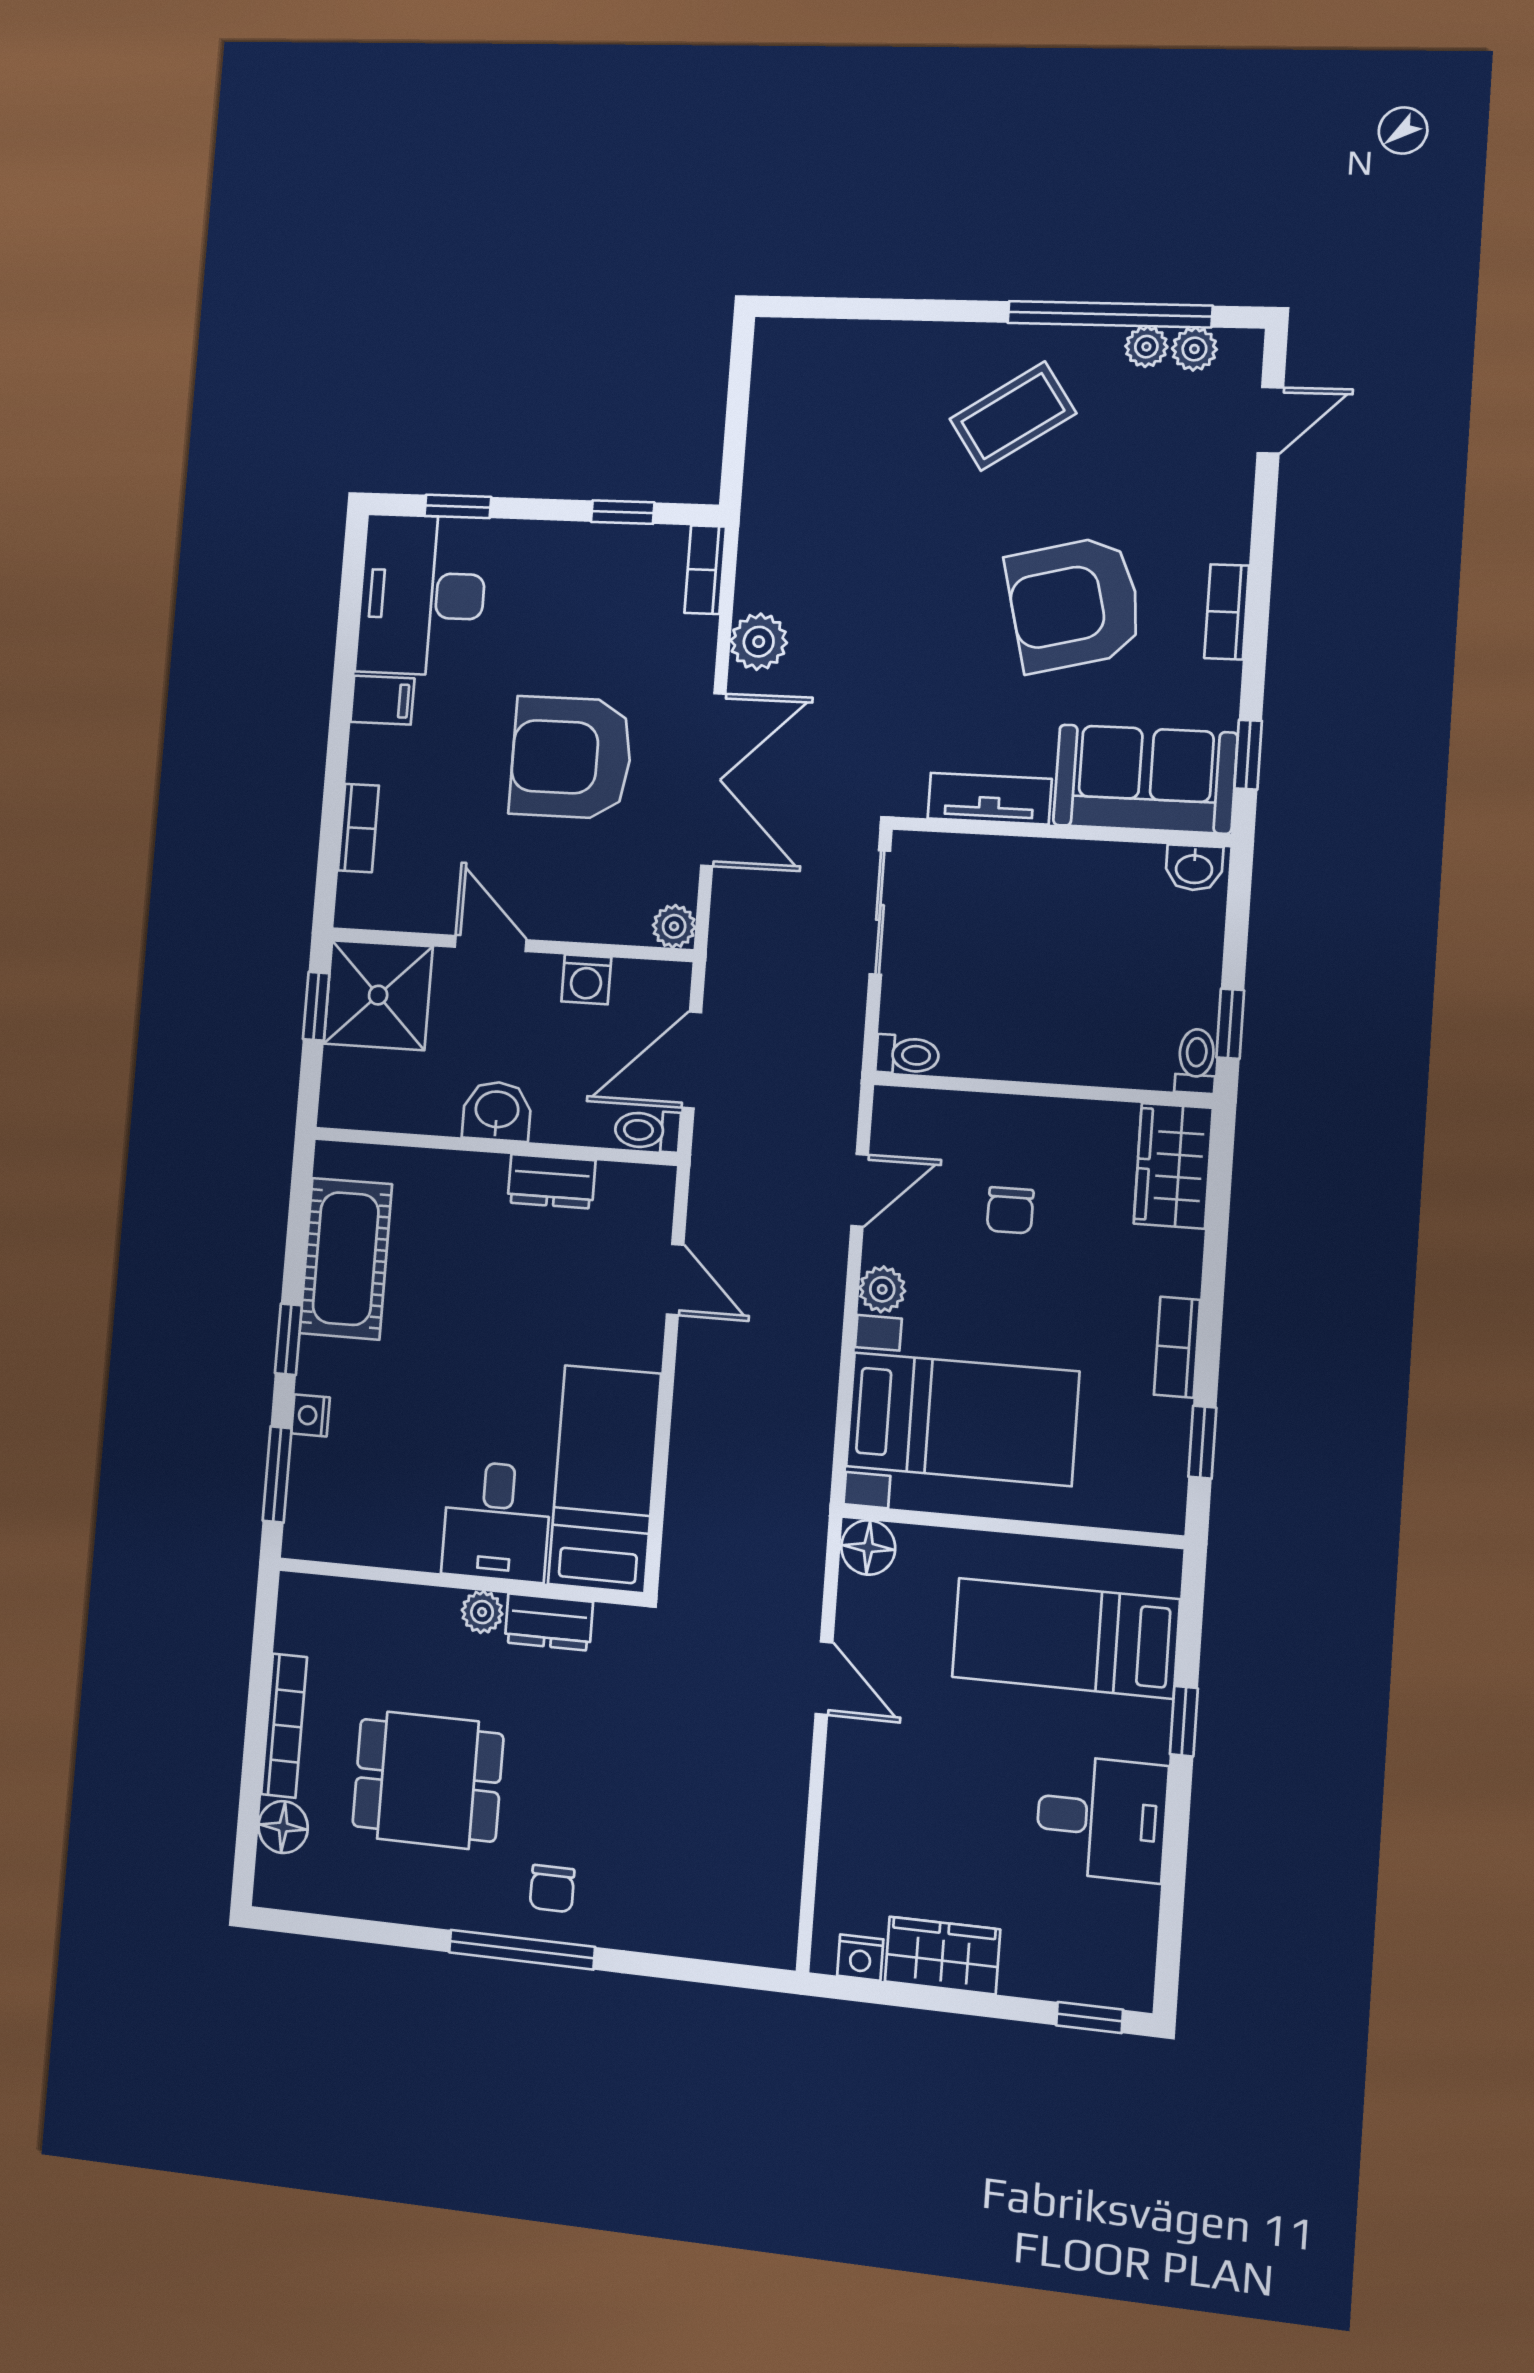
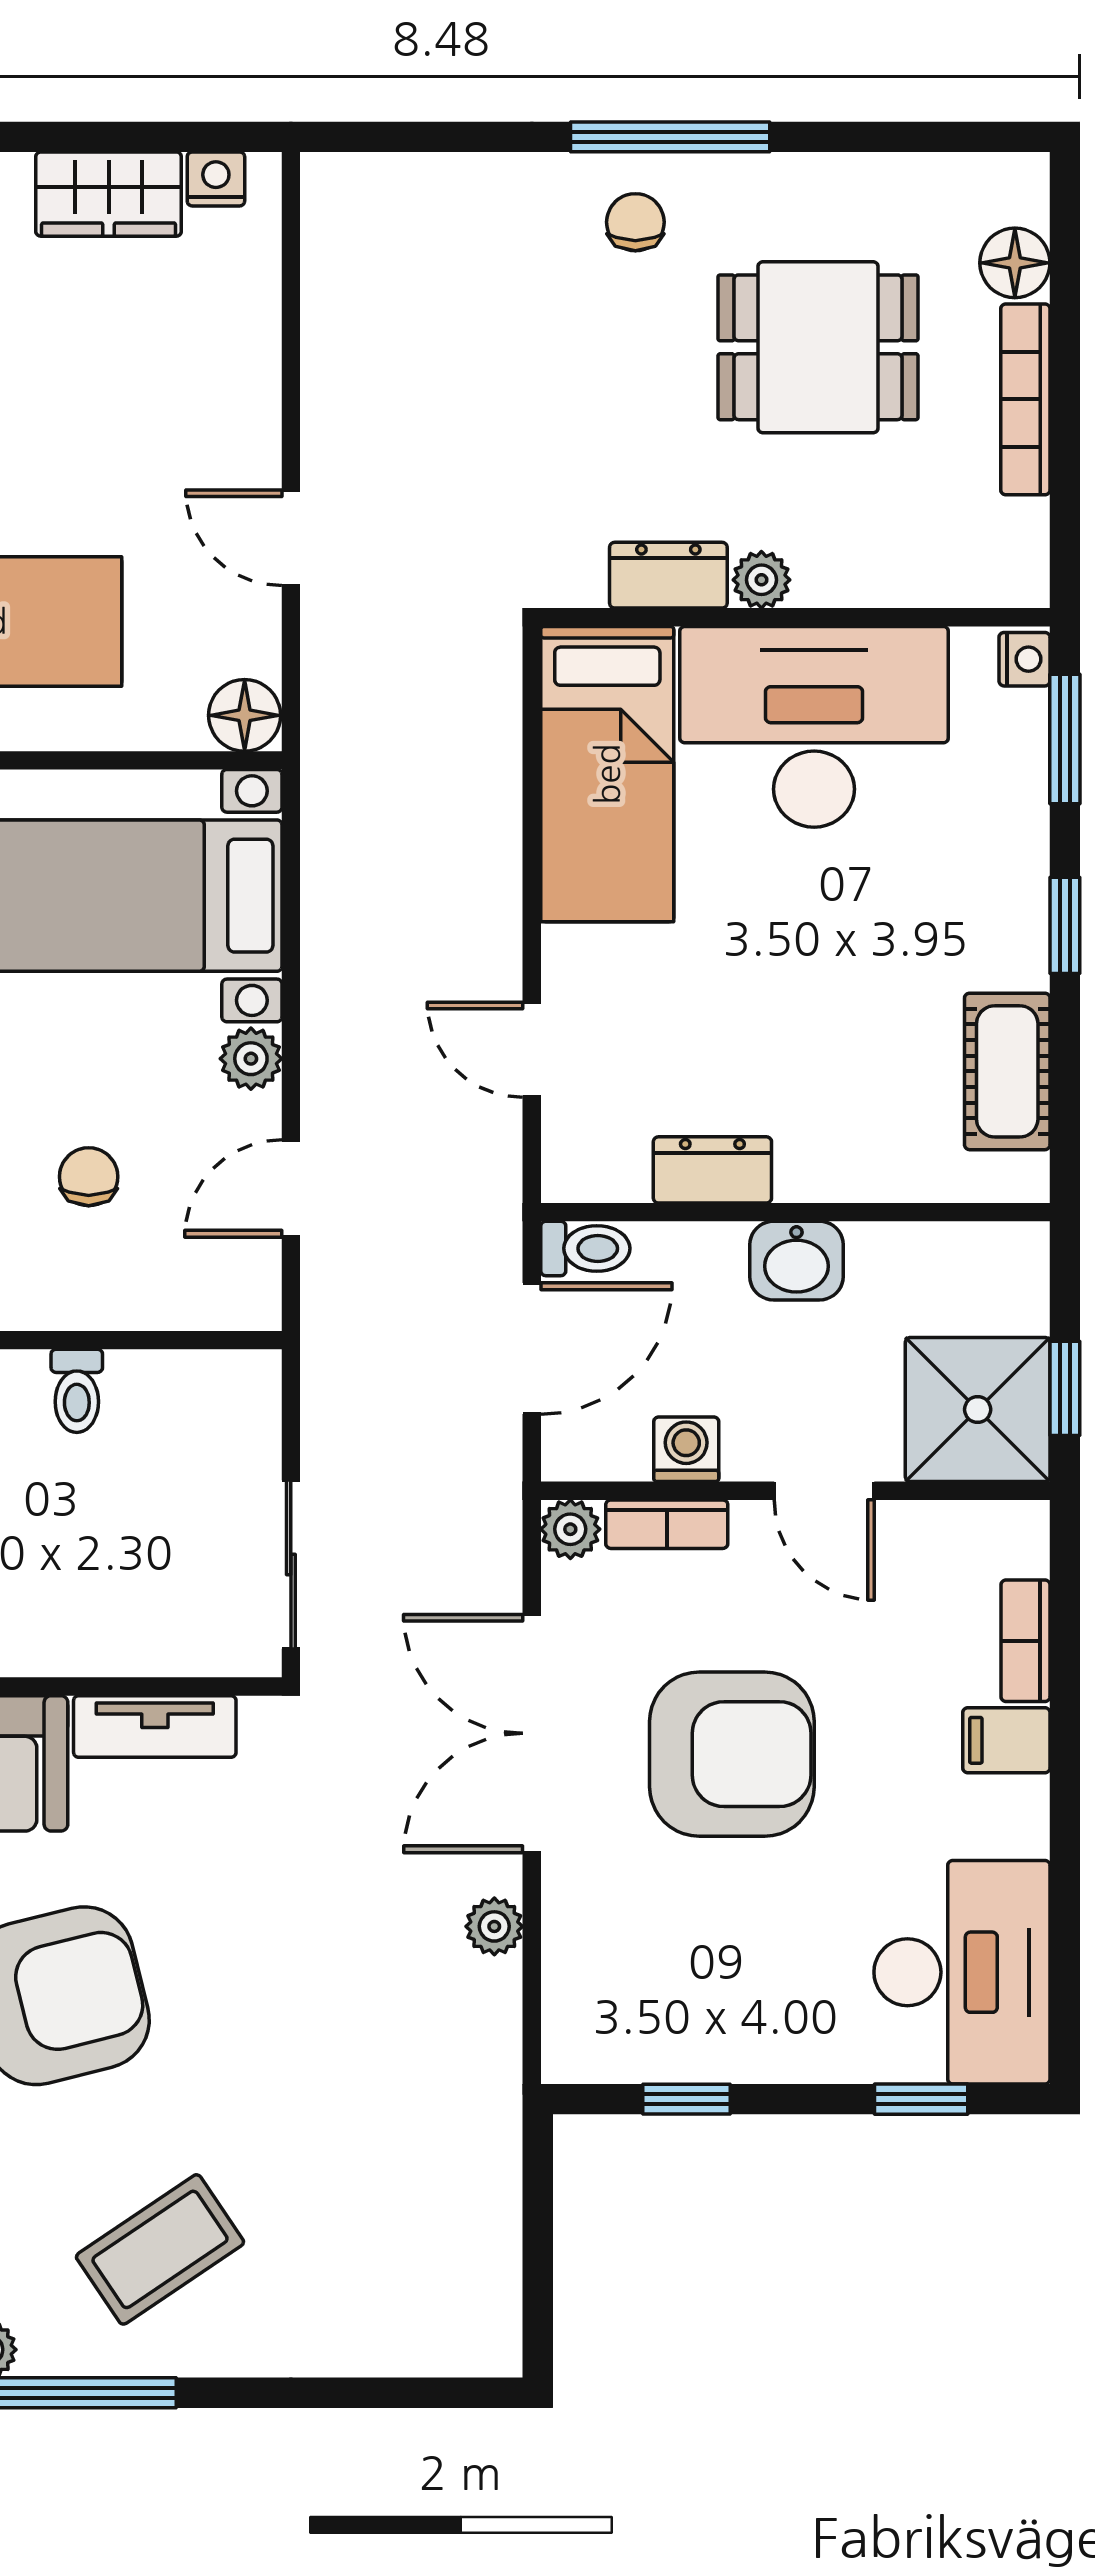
bookcase: (705, 570) -> (667, 1524), moved, turned 90
plant: (759, 642) -> (494, 1926), width x0.73, depth x0.73
filing cabinet: (382, 700) -> (1006, 1740), moved
toilet: (907, 1055) -> (77, 1391), moved, turned -90
cot: (346, 1259) -> (1007, 1071), width x0.73, depth x0.75
nightstand: (310, 1415) -> (1024, 659), moved
desk: (497, 1521) -> (814, 727), width x1.87, depth x1.30

